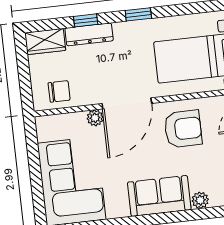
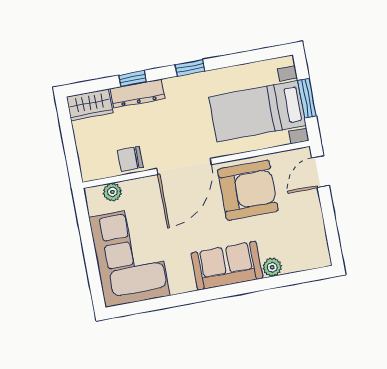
chair: (59, 91) -> (130, 159), moved, turned 180
plant: (95, 118) -> (112, 192), moved
armchair: (183, 129) -> (248, 190), width x1.36, depth x1.36

